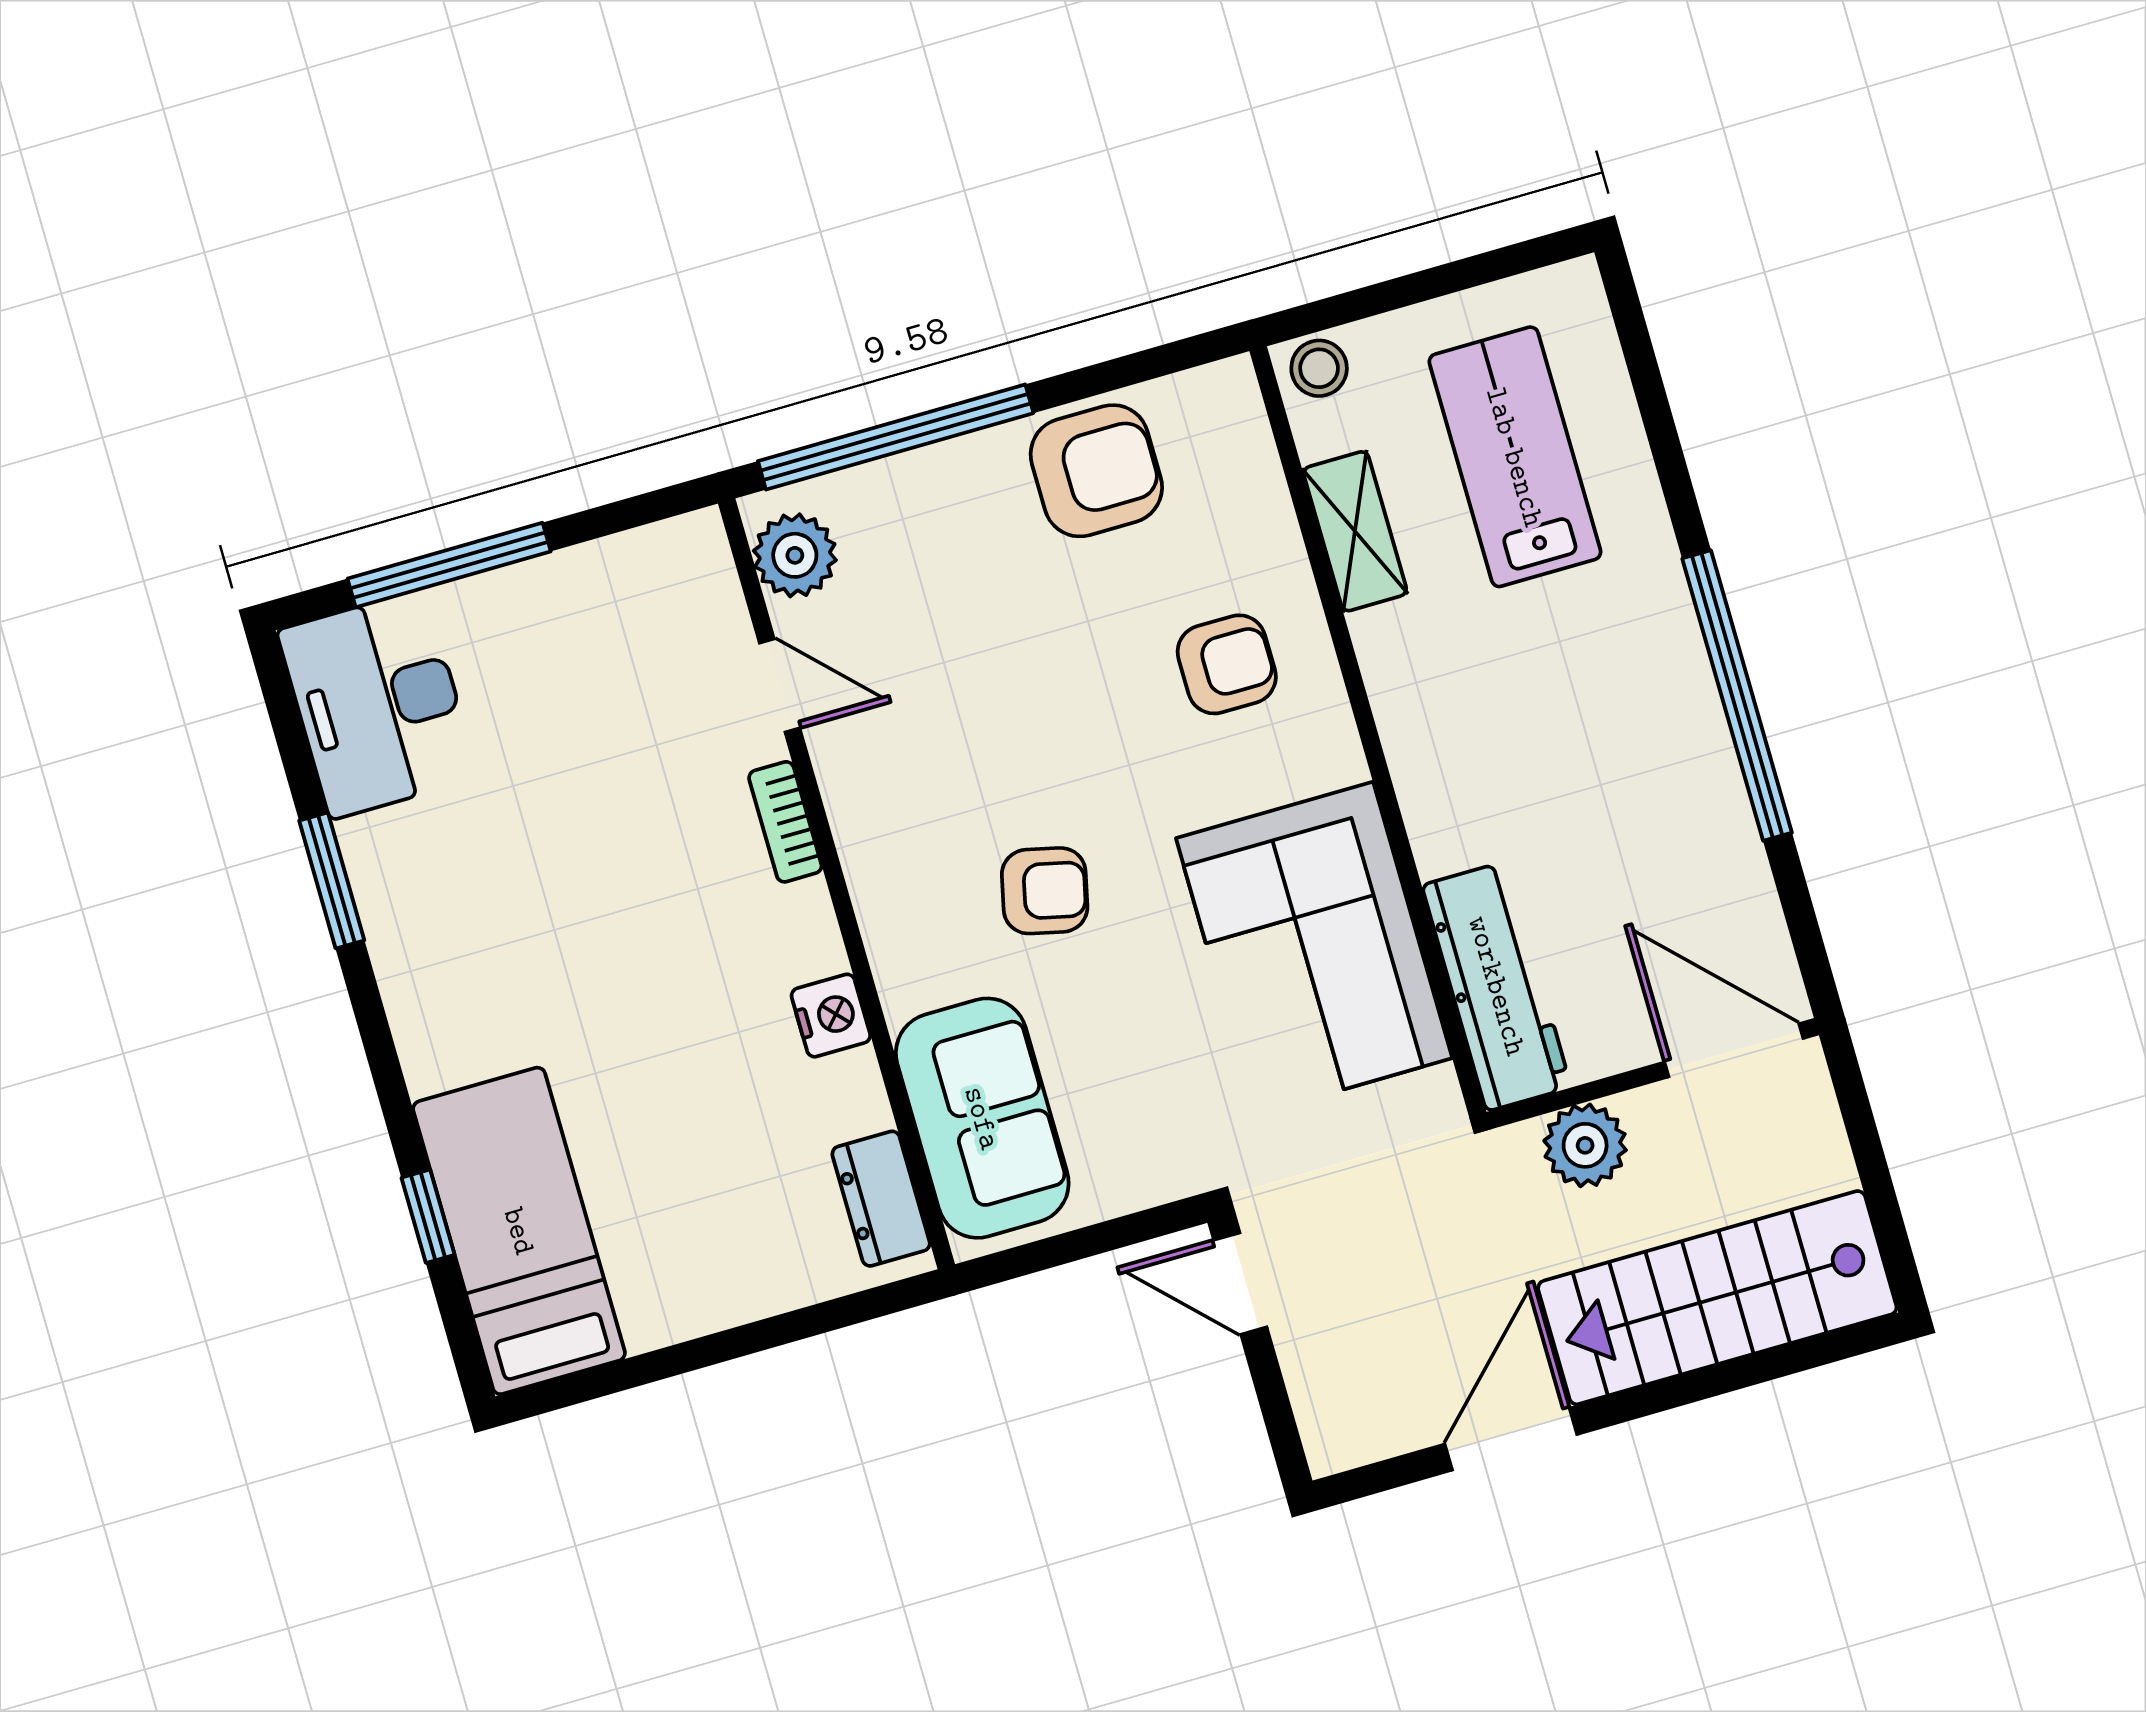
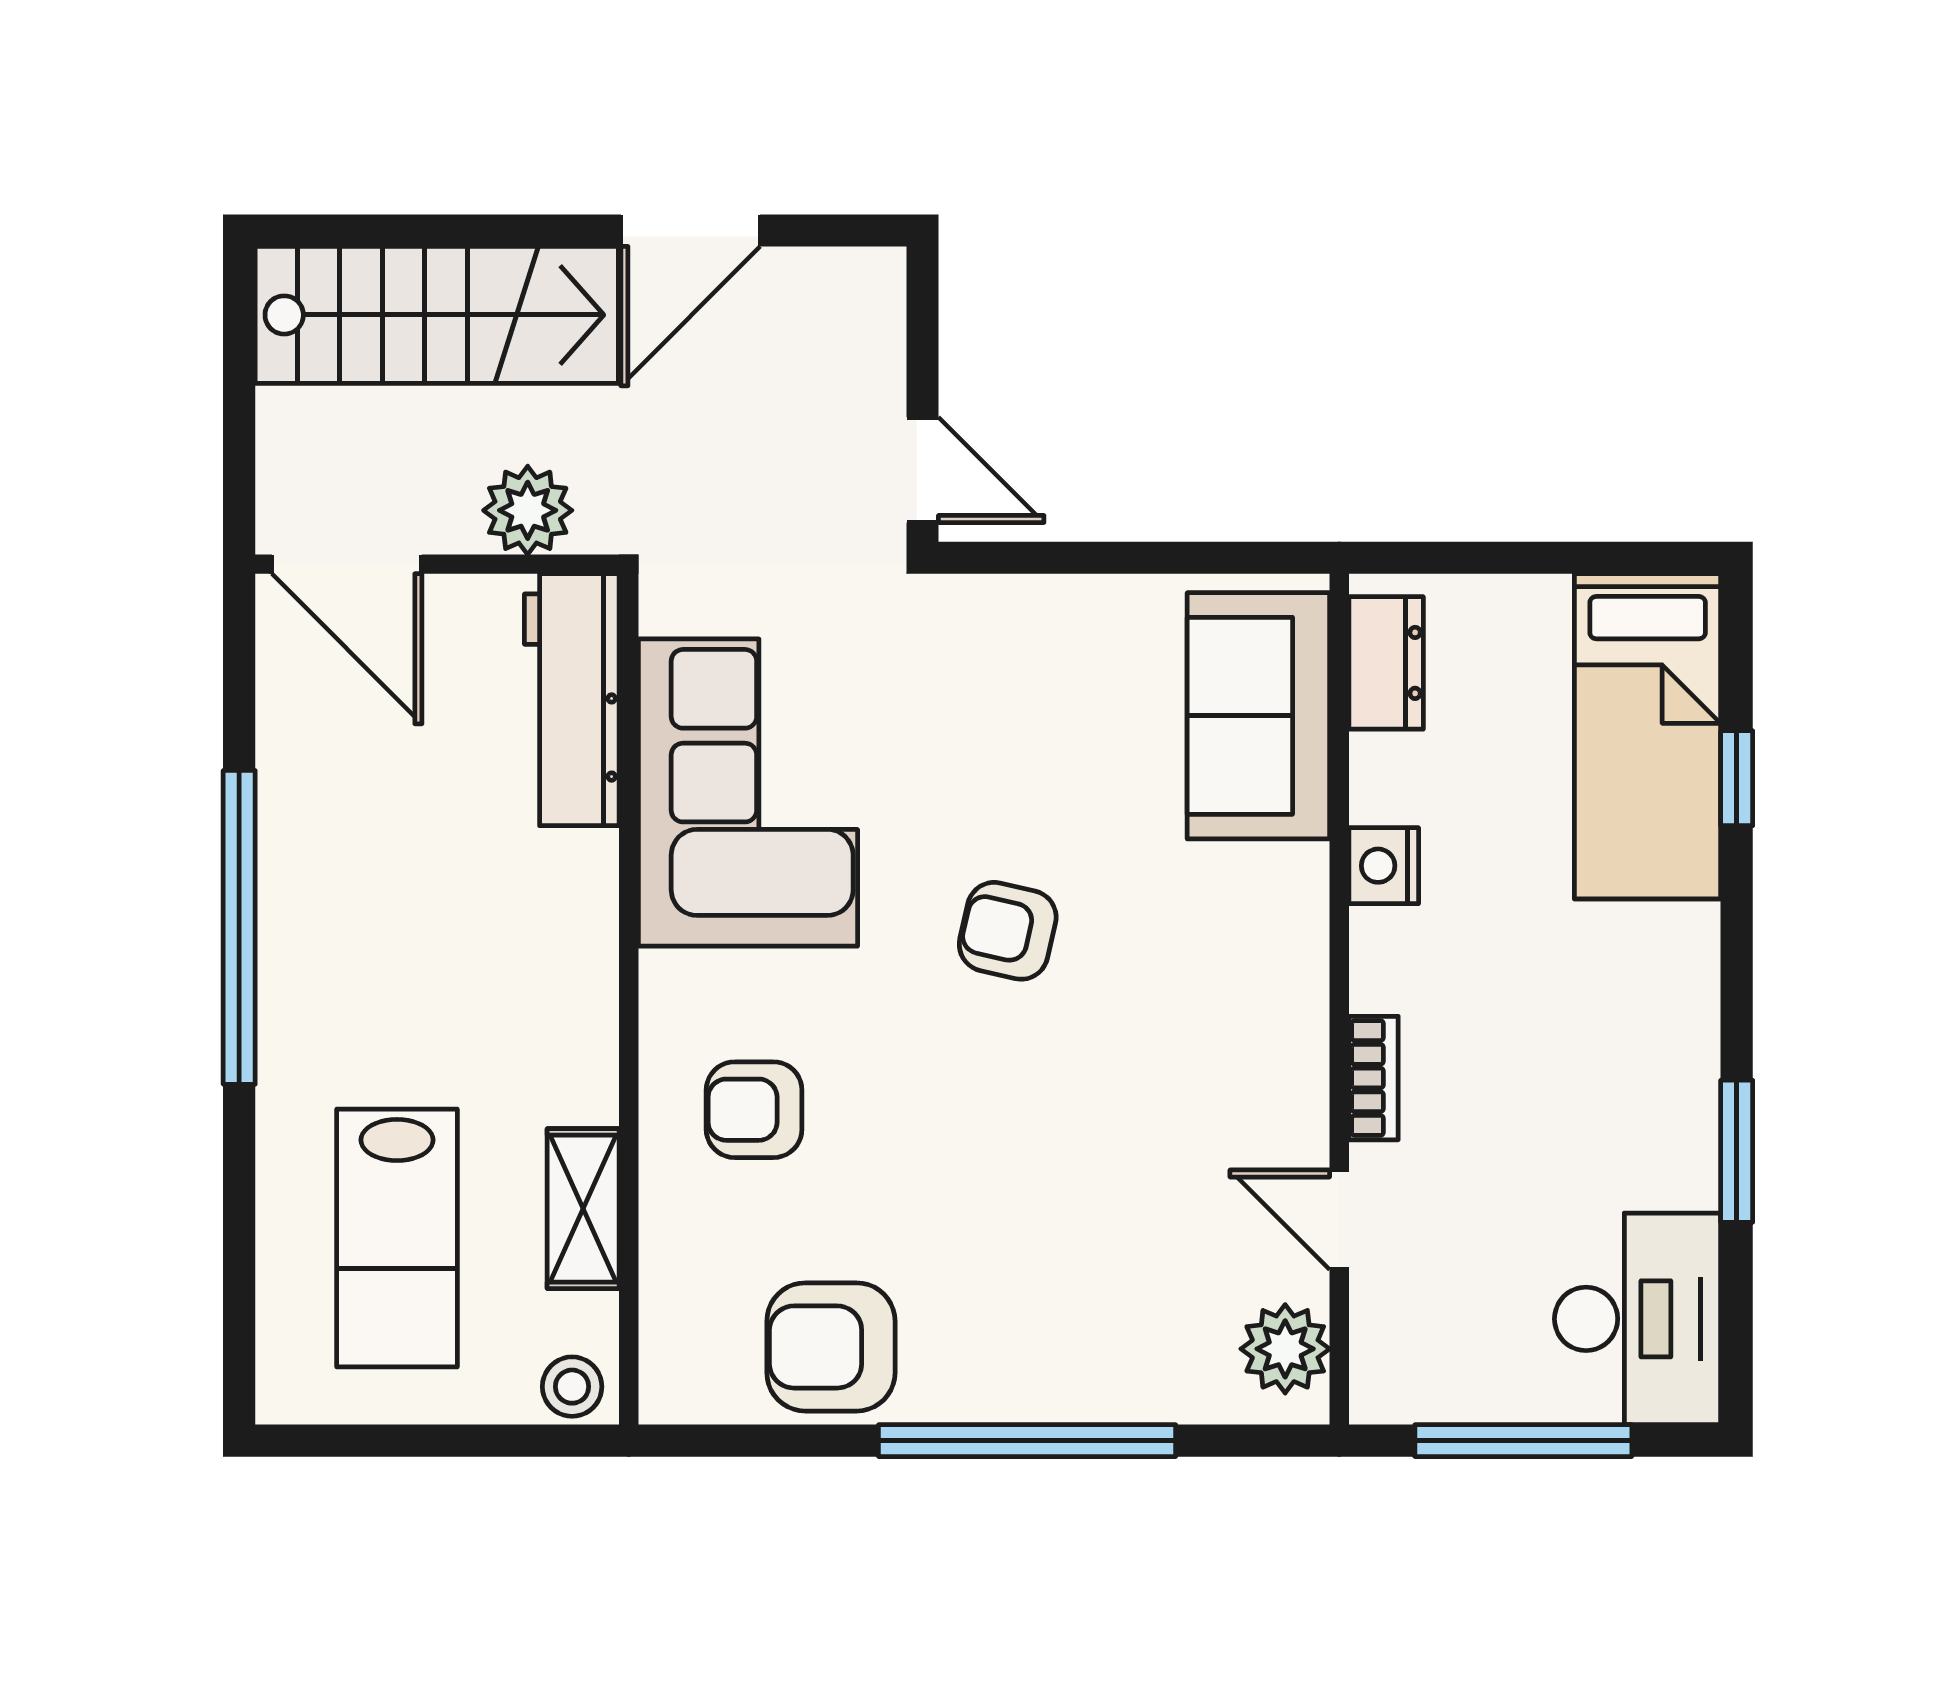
plant: (795, 555) -> (1285, 1349), moved
door: (780, 685) -> (1339, 1220), moved
bookcase: (785, 822) -> (1373, 1078), moved
wall: (836, 884) -> (1339, 999), moved
nightstand: (831, 1016) -> (1384, 866), moved
sofa: (982, 1118) -> (1258, 716), moved
dresser: (881, 1199) -> (1386, 663), moved

